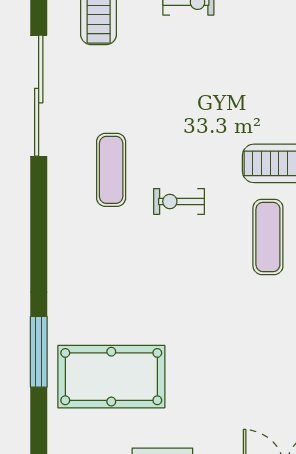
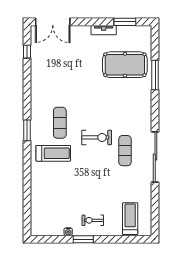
sliding door: (39, 96) -> (155, 157), moved
exercise bike: (179, 201) -> (97, 137), width x1.38, depth x1.39

